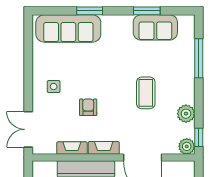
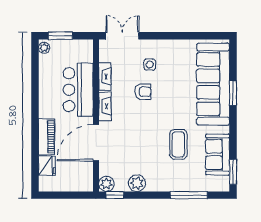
window: (147, 11) -> (233, 172), moved
sofa: (68, 28) -> (213, 84), width x1.36, depth x1.27
side table: (54, 87) -> (150, 65), moved
coffee table: (146, 93) -> (178, 144), moved, turned 90

